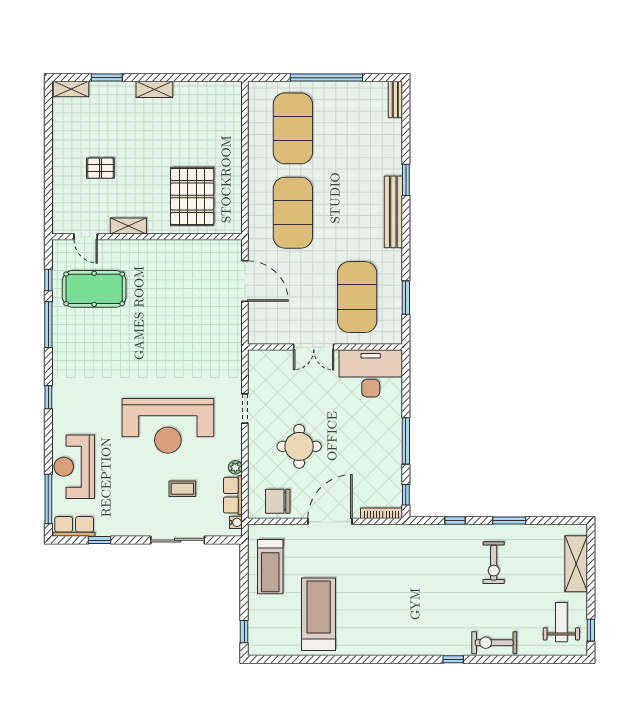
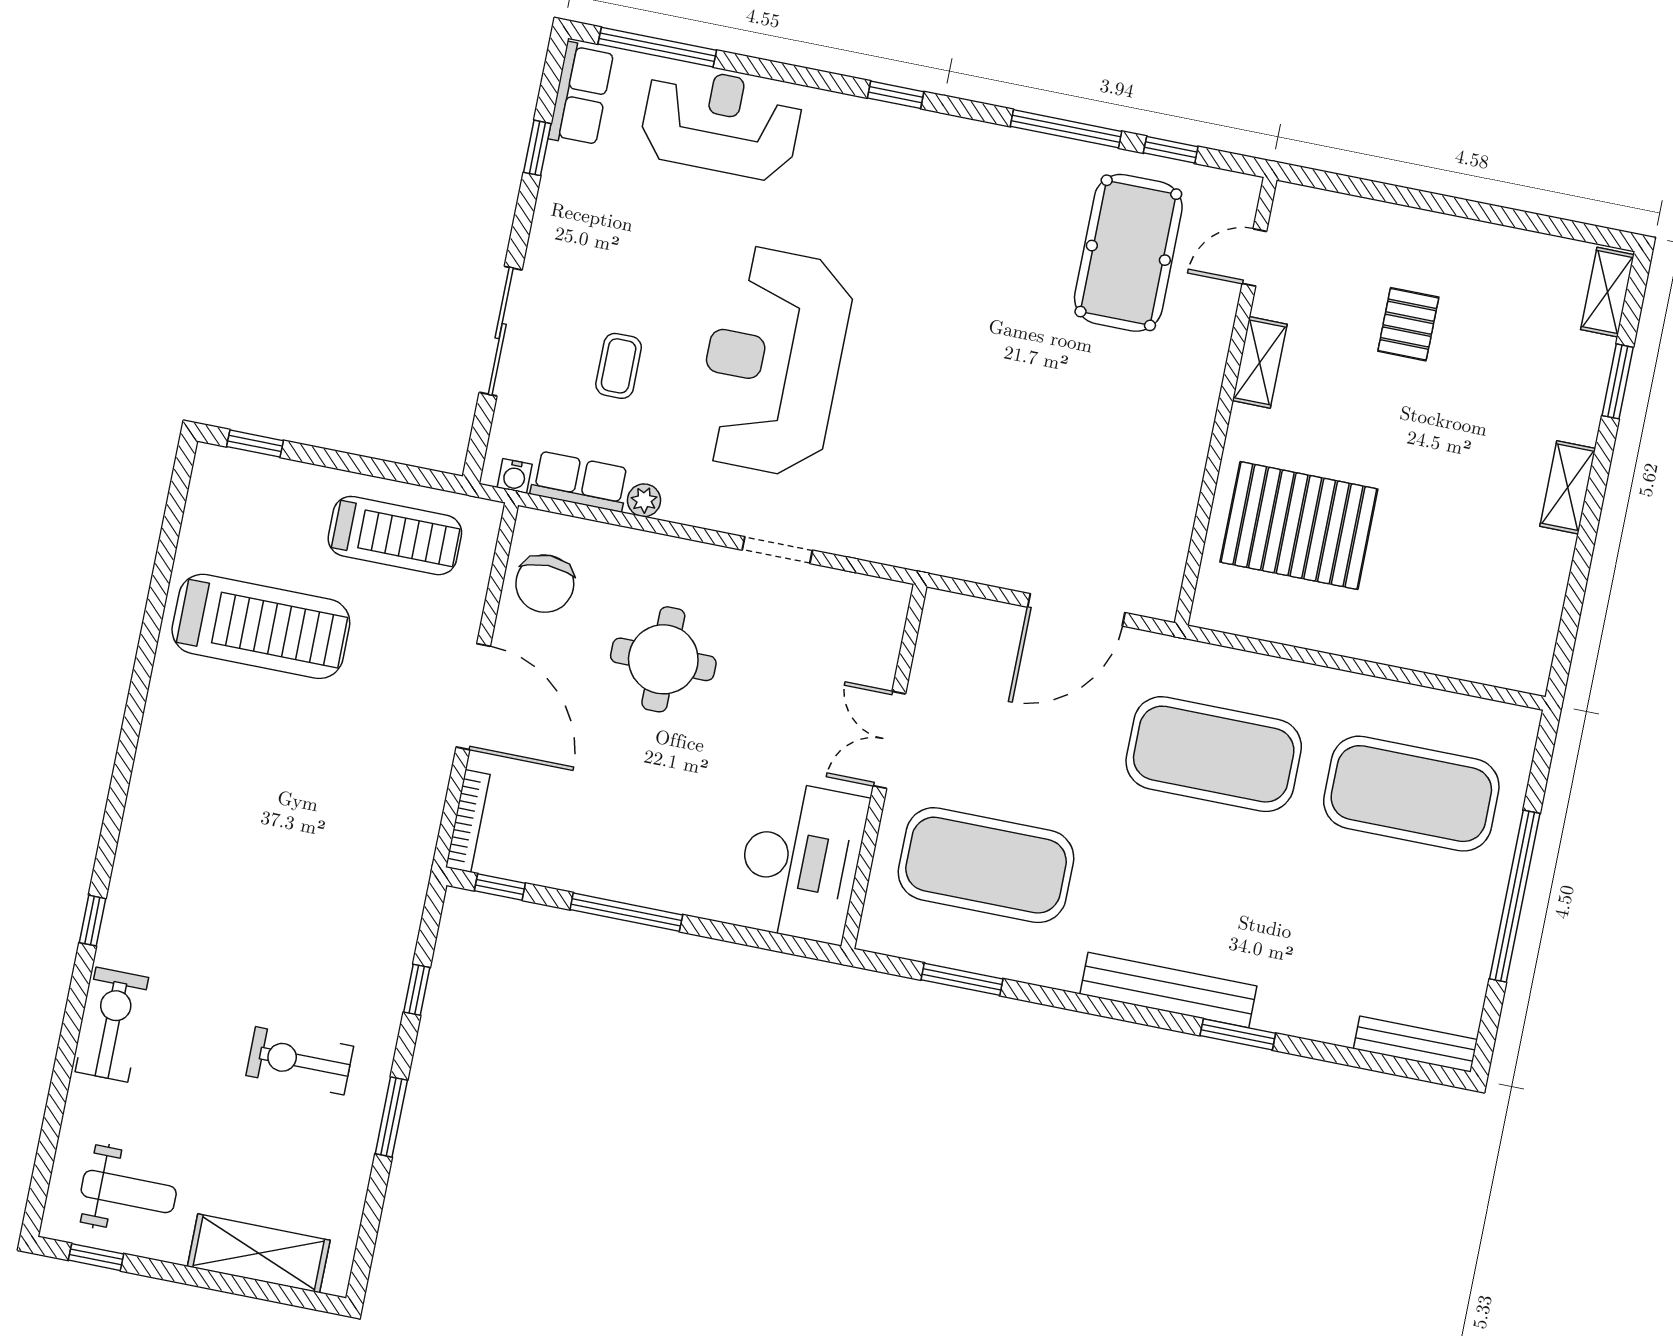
bench: (395, 99) -> (1415, 1044), width x1.36
chair: (278, 501) -> (545, 584), turned 180
treadmill: (270, 567) -> (395, 536), turned 180

